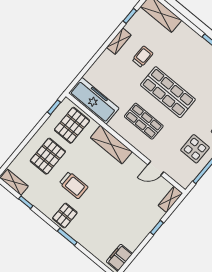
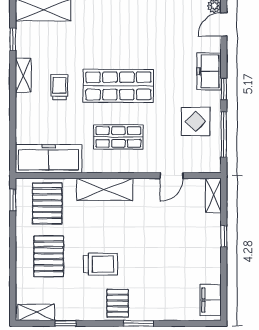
trolley: (143, 57) -> (59, 87), moved

